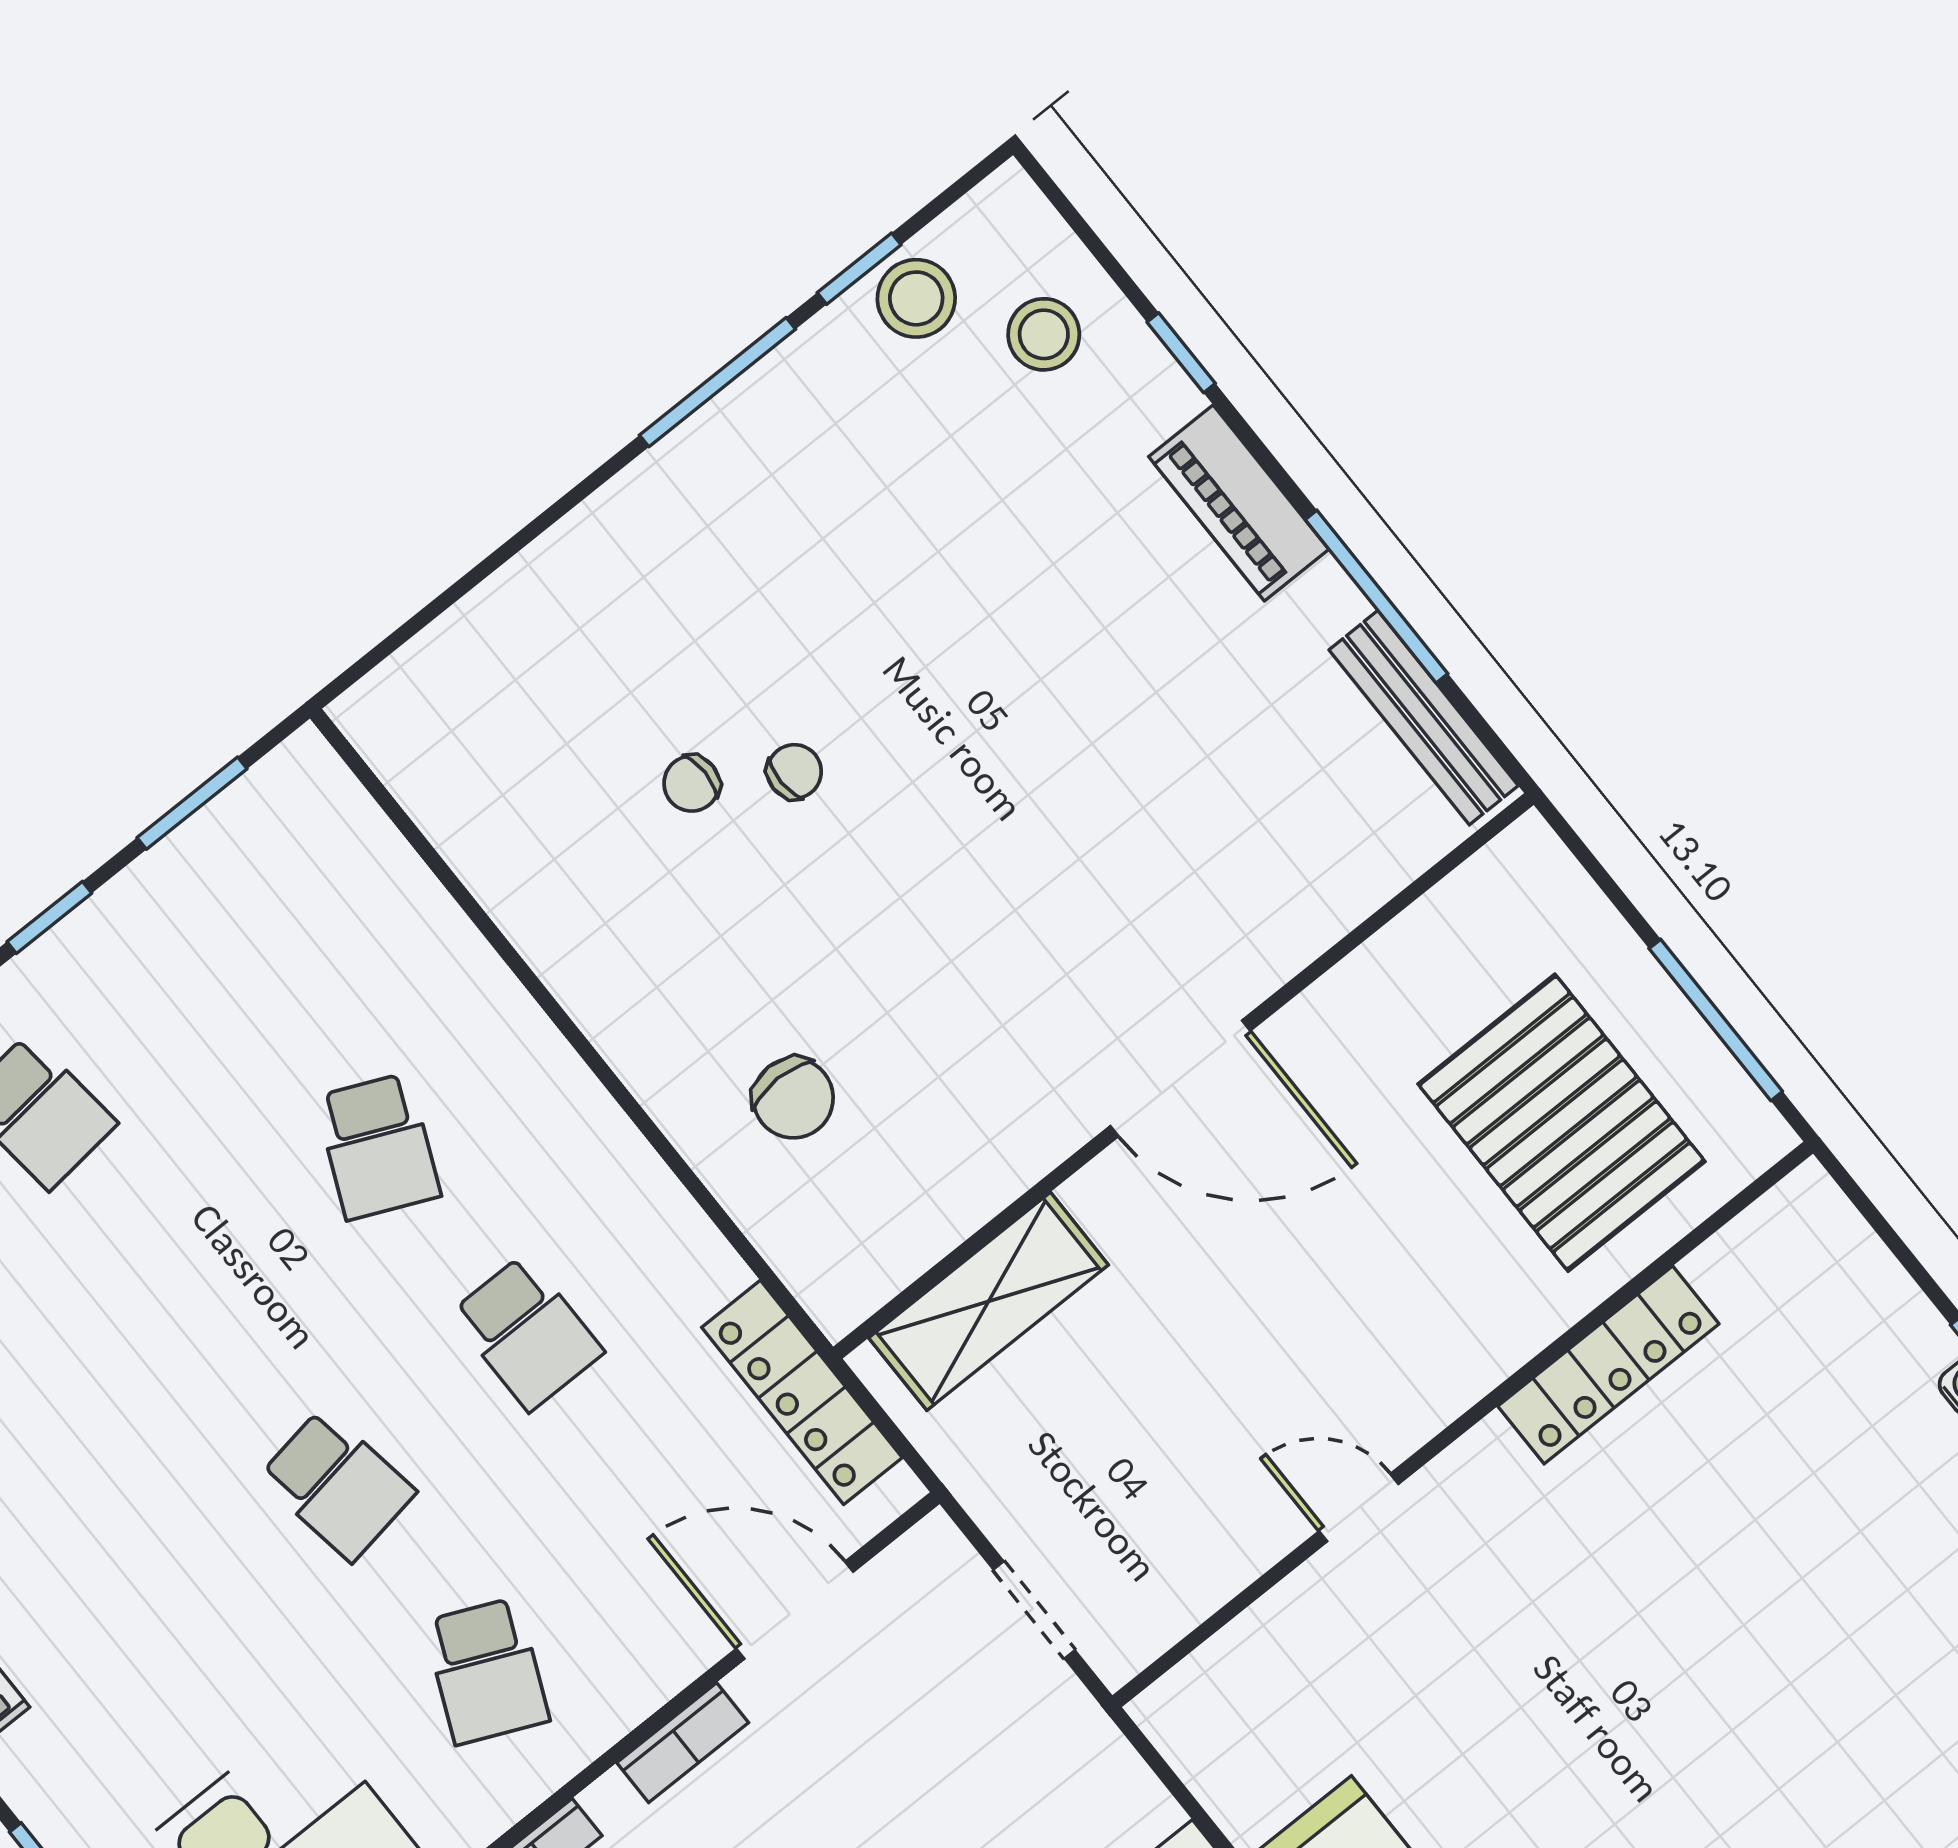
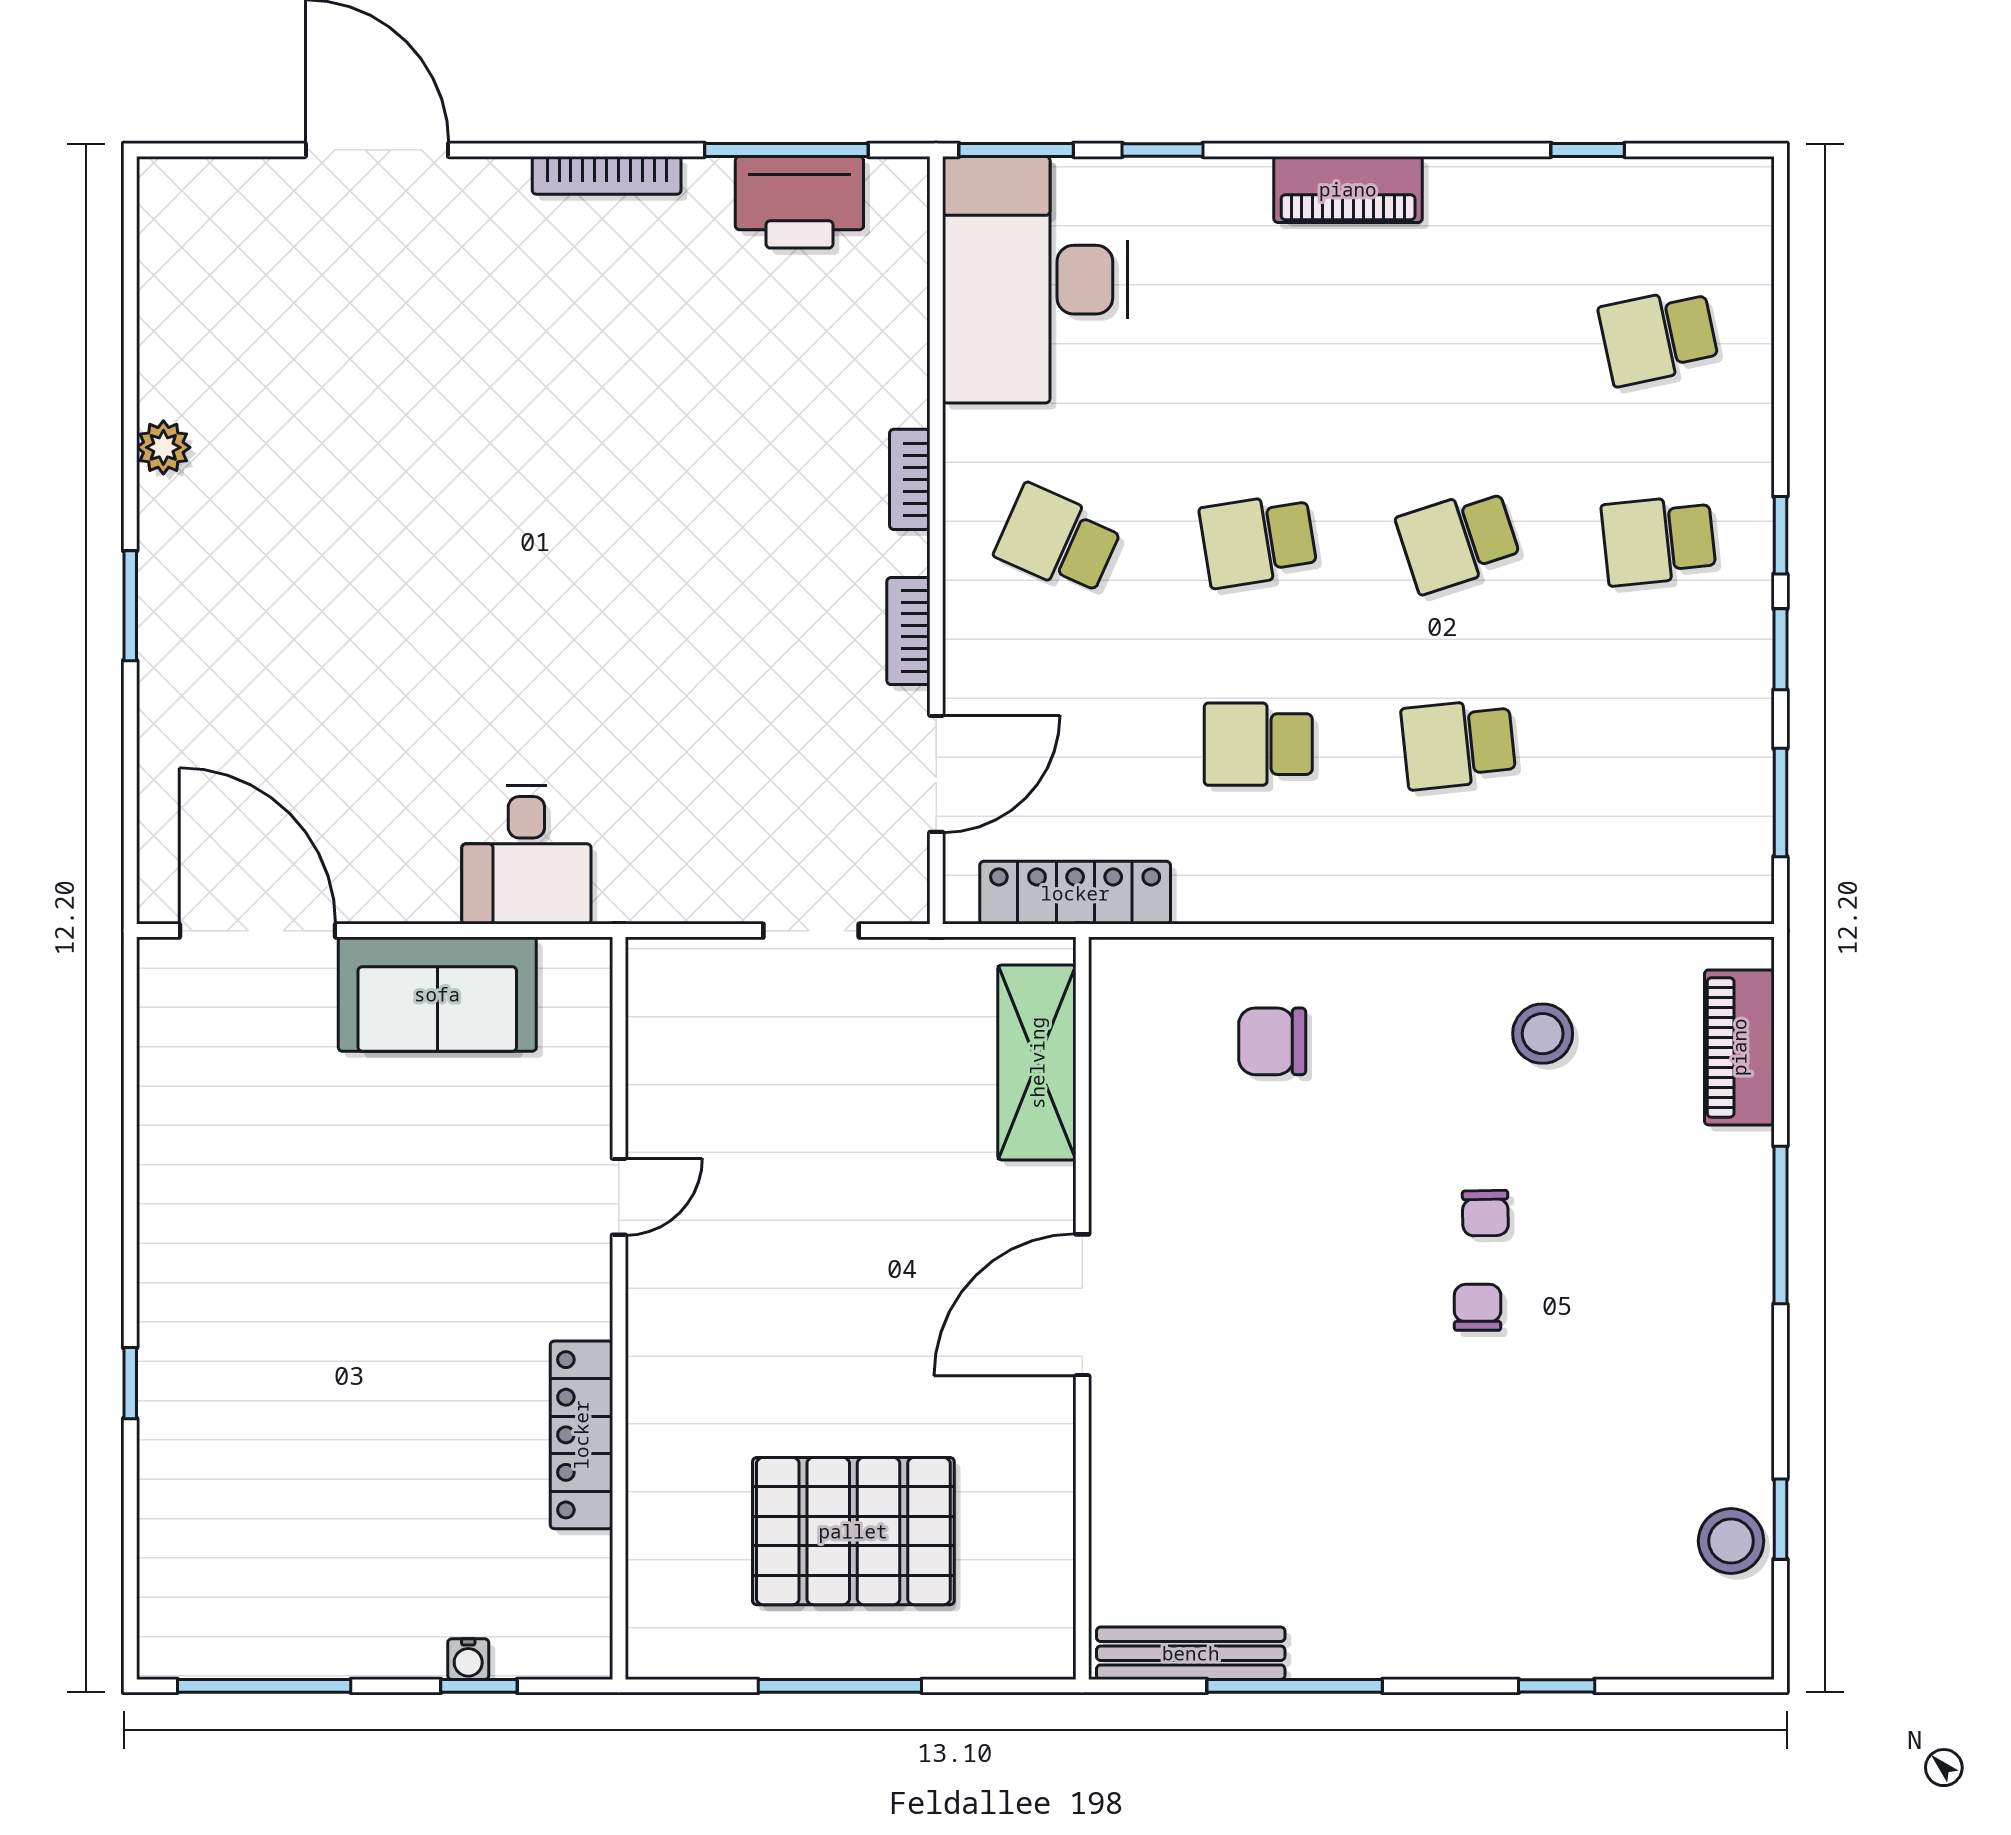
stool: (1044, 334) -> (1543, 1034), moved
window: (718, 382) -> (1780, 1225), moved
piano: (1239, 503) -> (1739, 1047), moved, turned -90
chair: (692, 784) -> (1478, 1307), moved
school desk: (378, 1146) -> (1458, 744), turned -30
school desk: (188, 1298) -> (1458, 540), added
locker: (1608, 1365) -> (581, 1435), moved
wall: (1463, 1424) -> (619, 1308), moved
door: (1359, 1508) -> (619, 1197), moved

